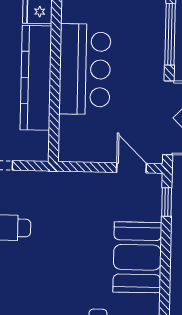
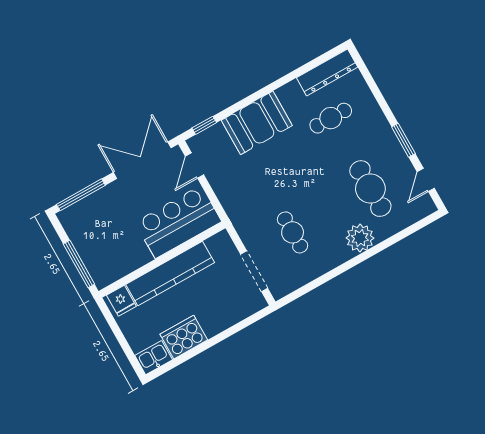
bar counter: (85, 69) -> (178, 222), moved

